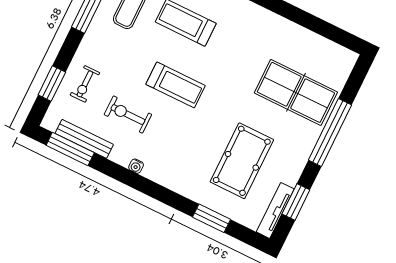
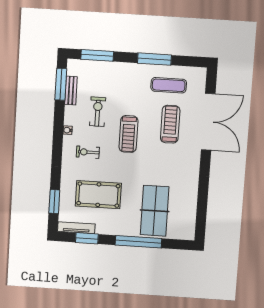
window: (52, 83) -> (97, 55), width x1.44
exercise bike: (85, 84) -> (88, 152), moved
bench: (84, 139) -> (71, 91), width x0.73
window: (211, 218) -> (54, 202), moved

